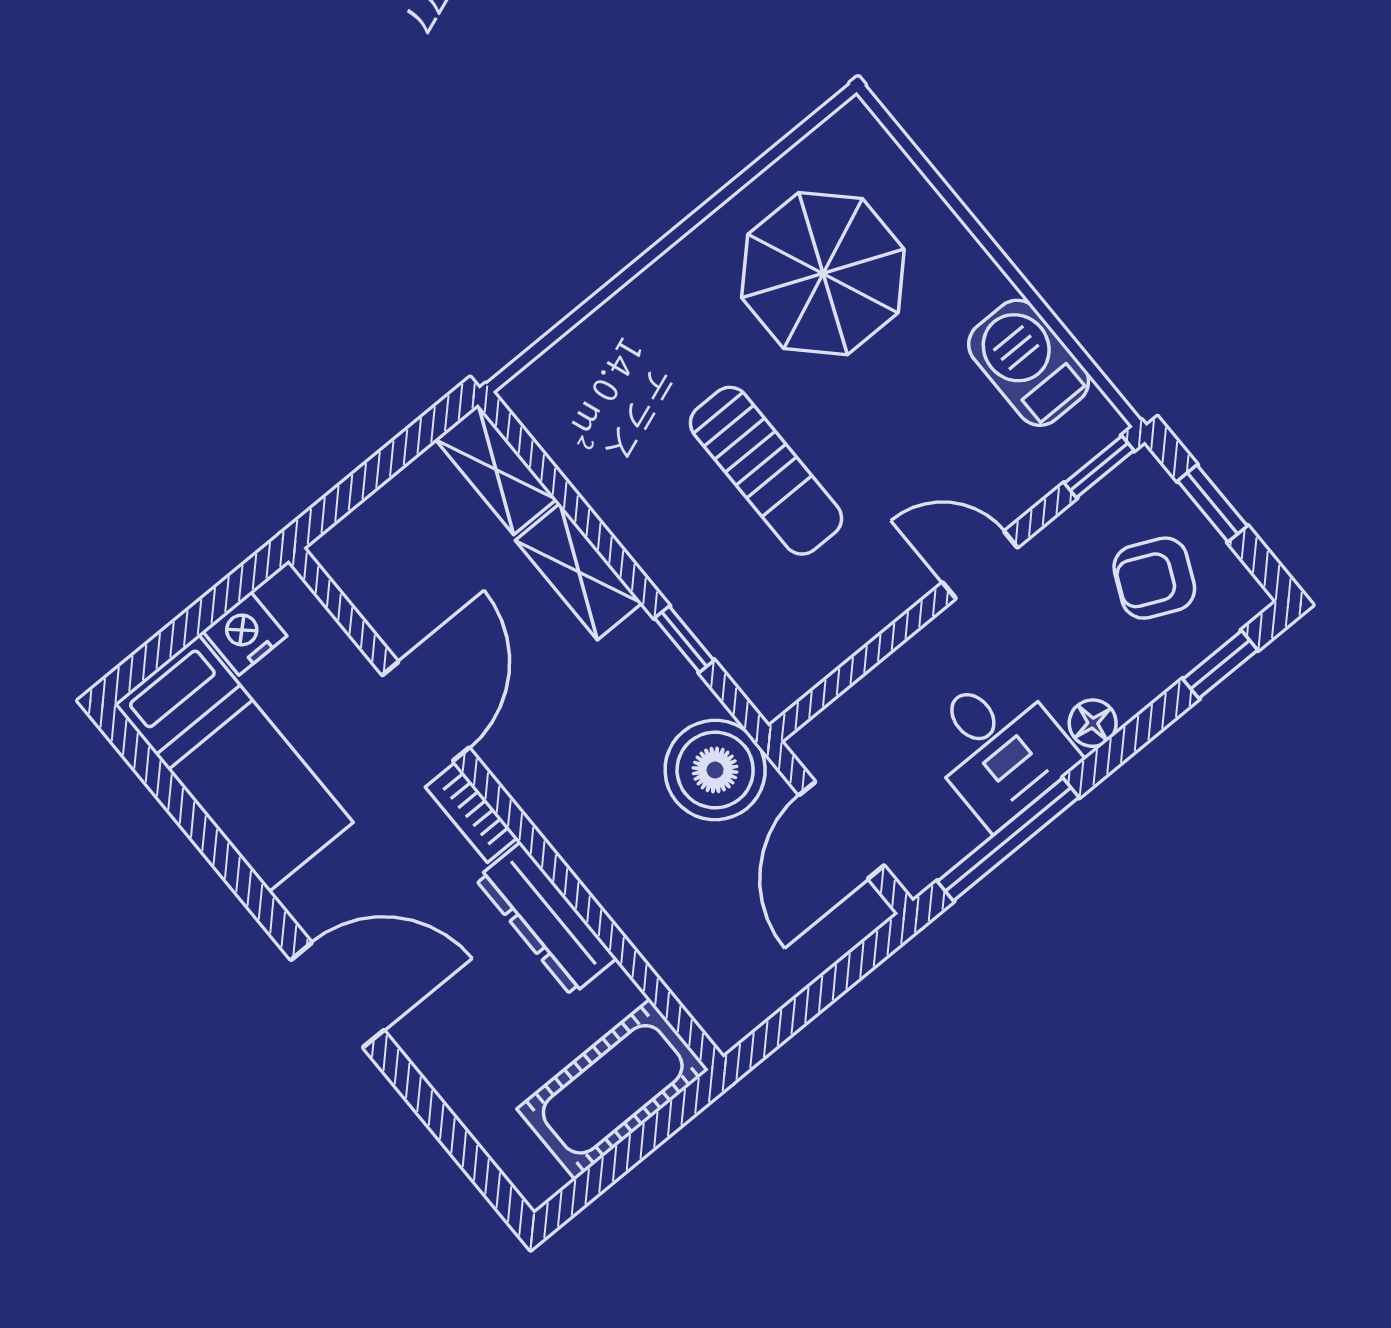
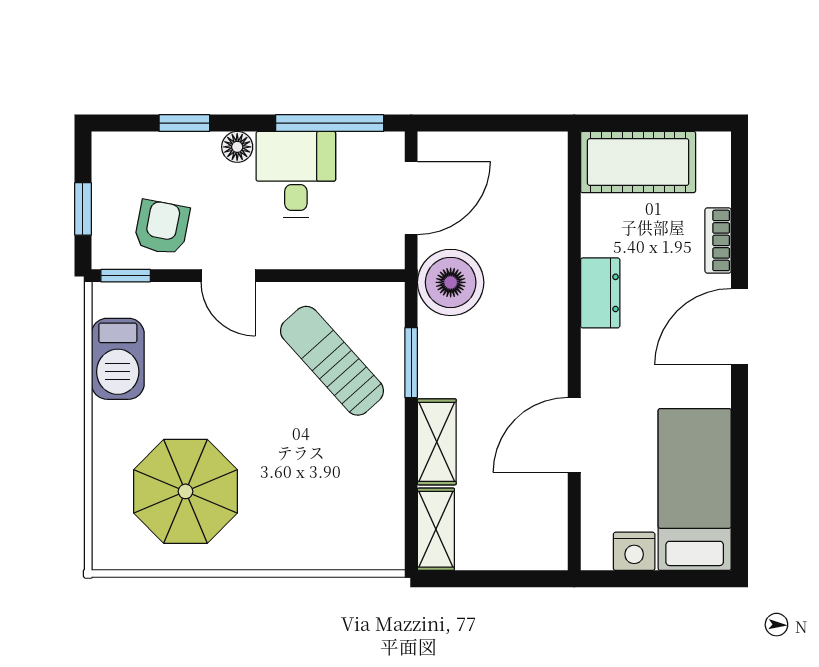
sun lounger: (766, 471) -> (332, 361), moved, turned -42
armchair: (1154, 578) -> (162, 227), moved, turned -104
window: (684, 639) -> (411, 363), width x1.50
window: (1220, 665) -> (184, 123), moved
bookcase: (471, 812) -> (718, 240), moved, turned 180
dresser: (546, 919) -> (600, 293), width x0.70
door: (337, 995) -> (739, 327), hinge flipped

